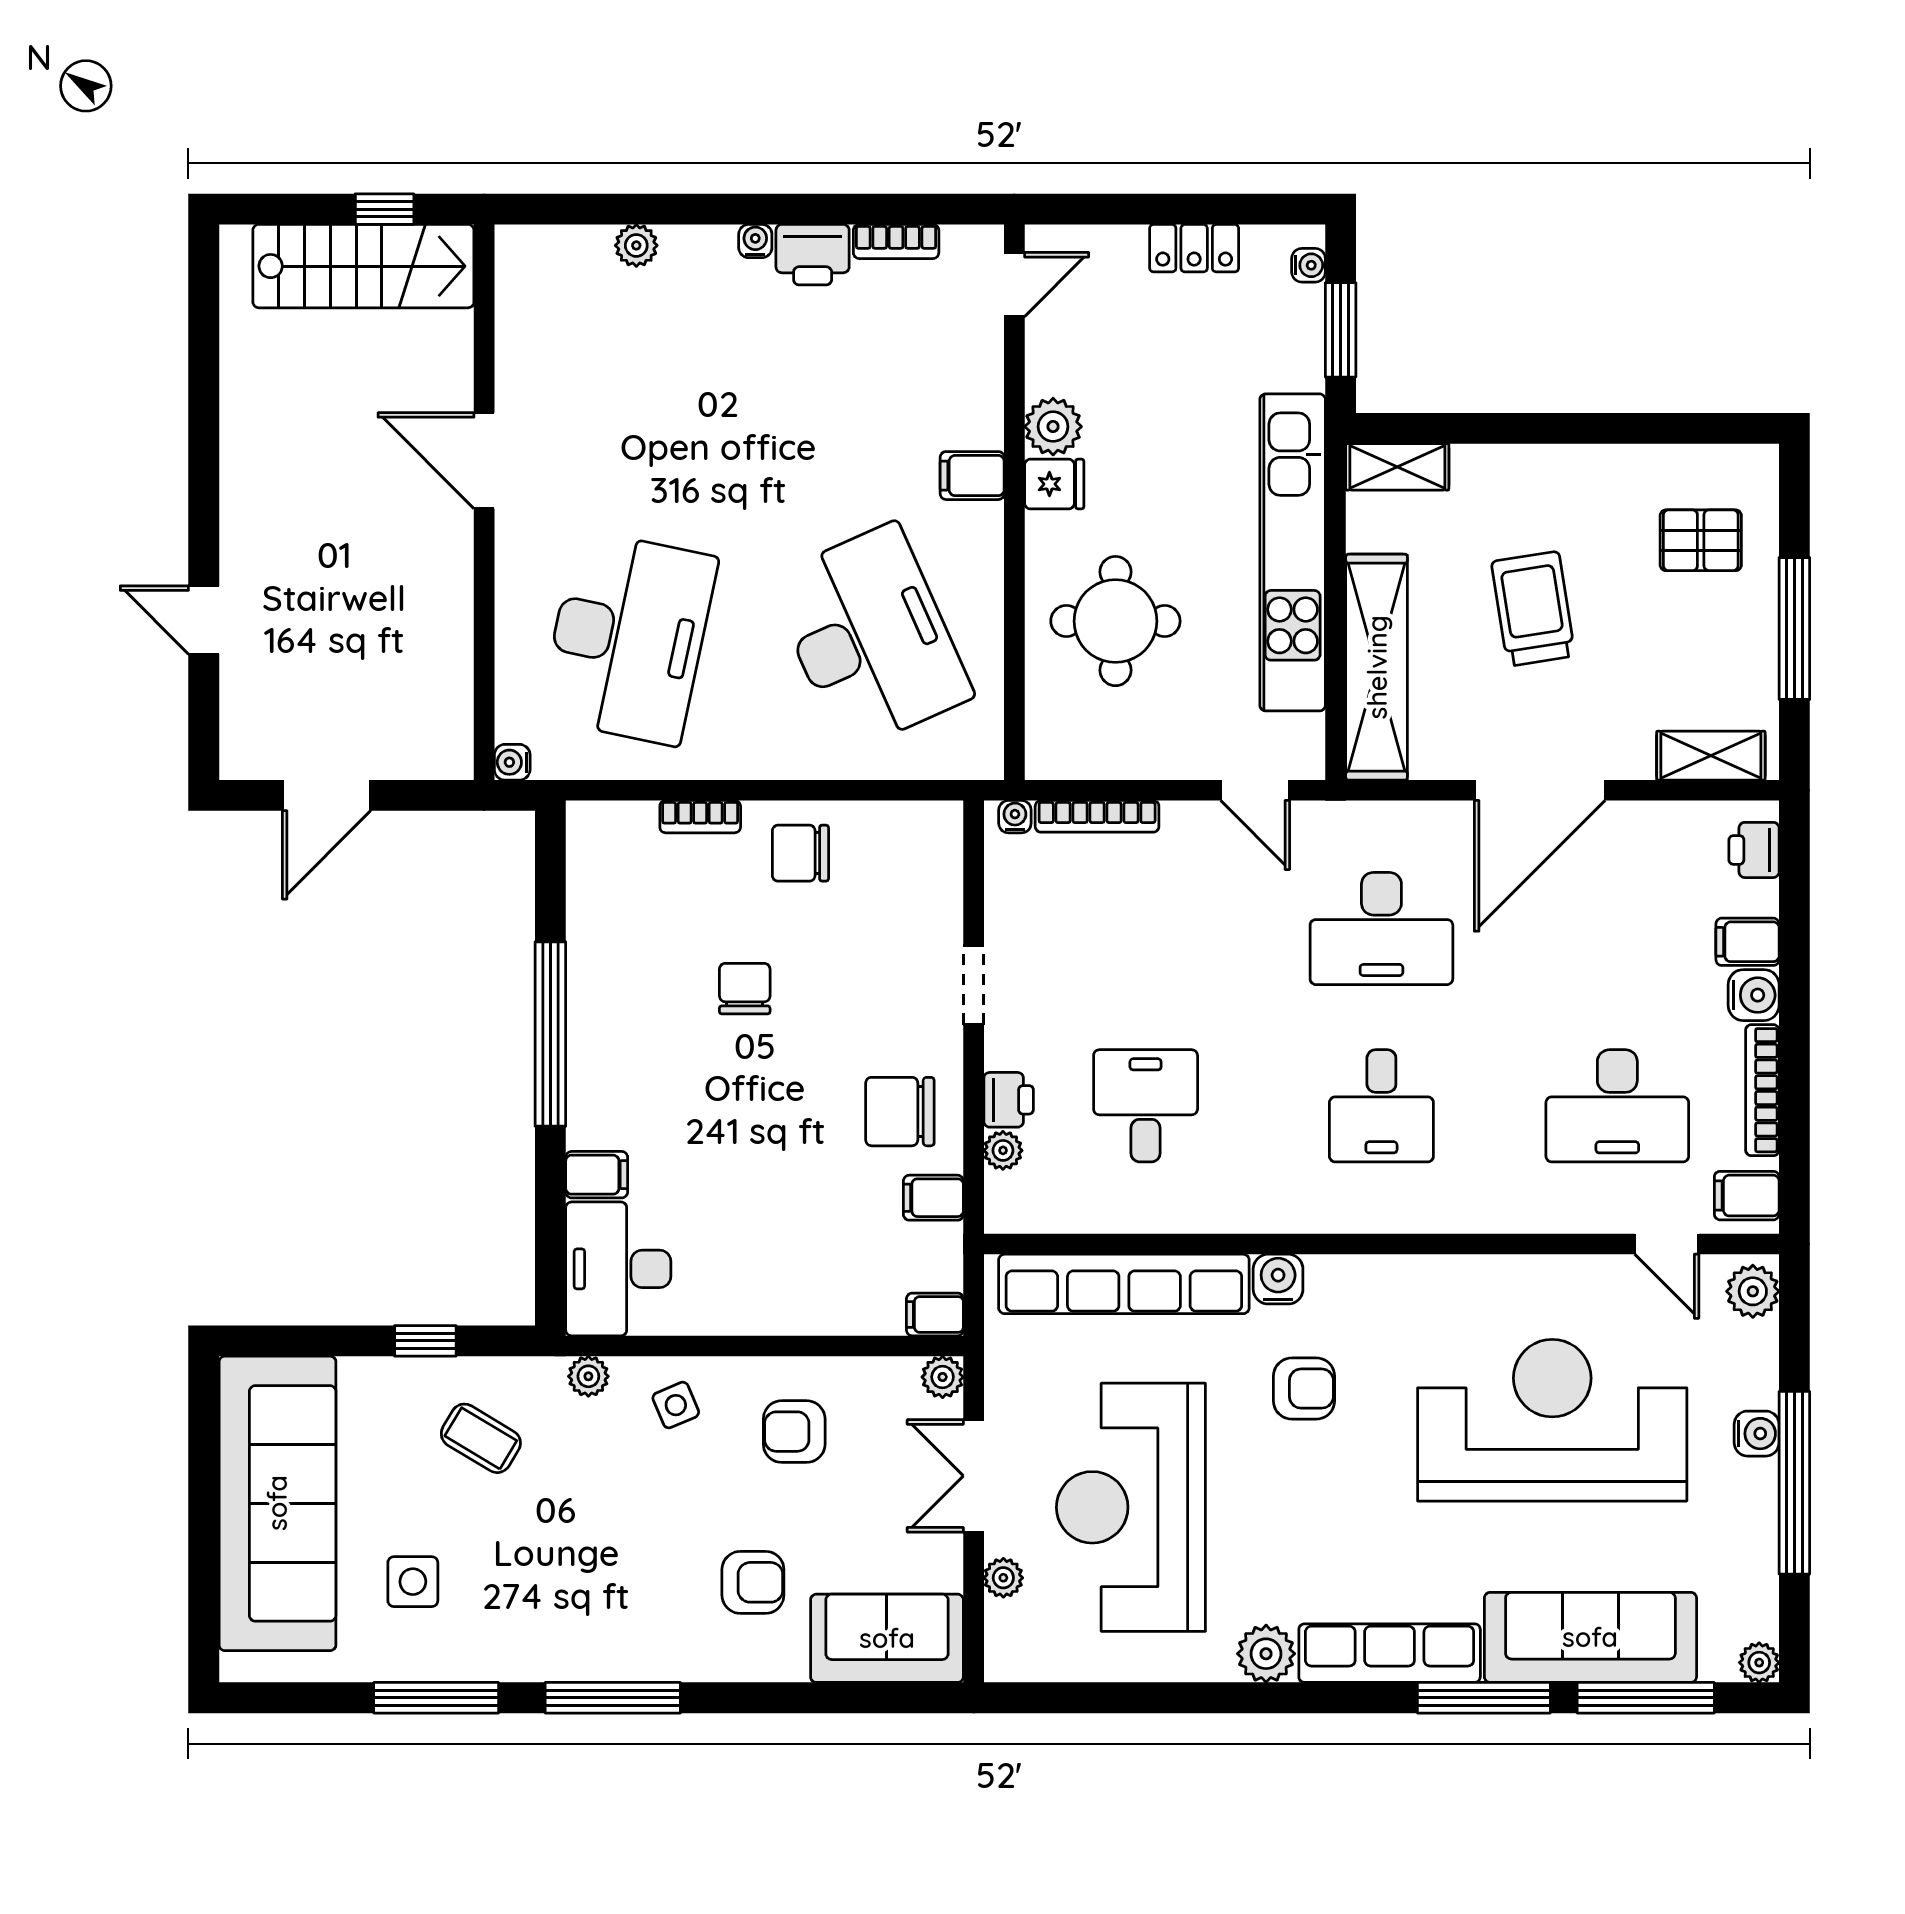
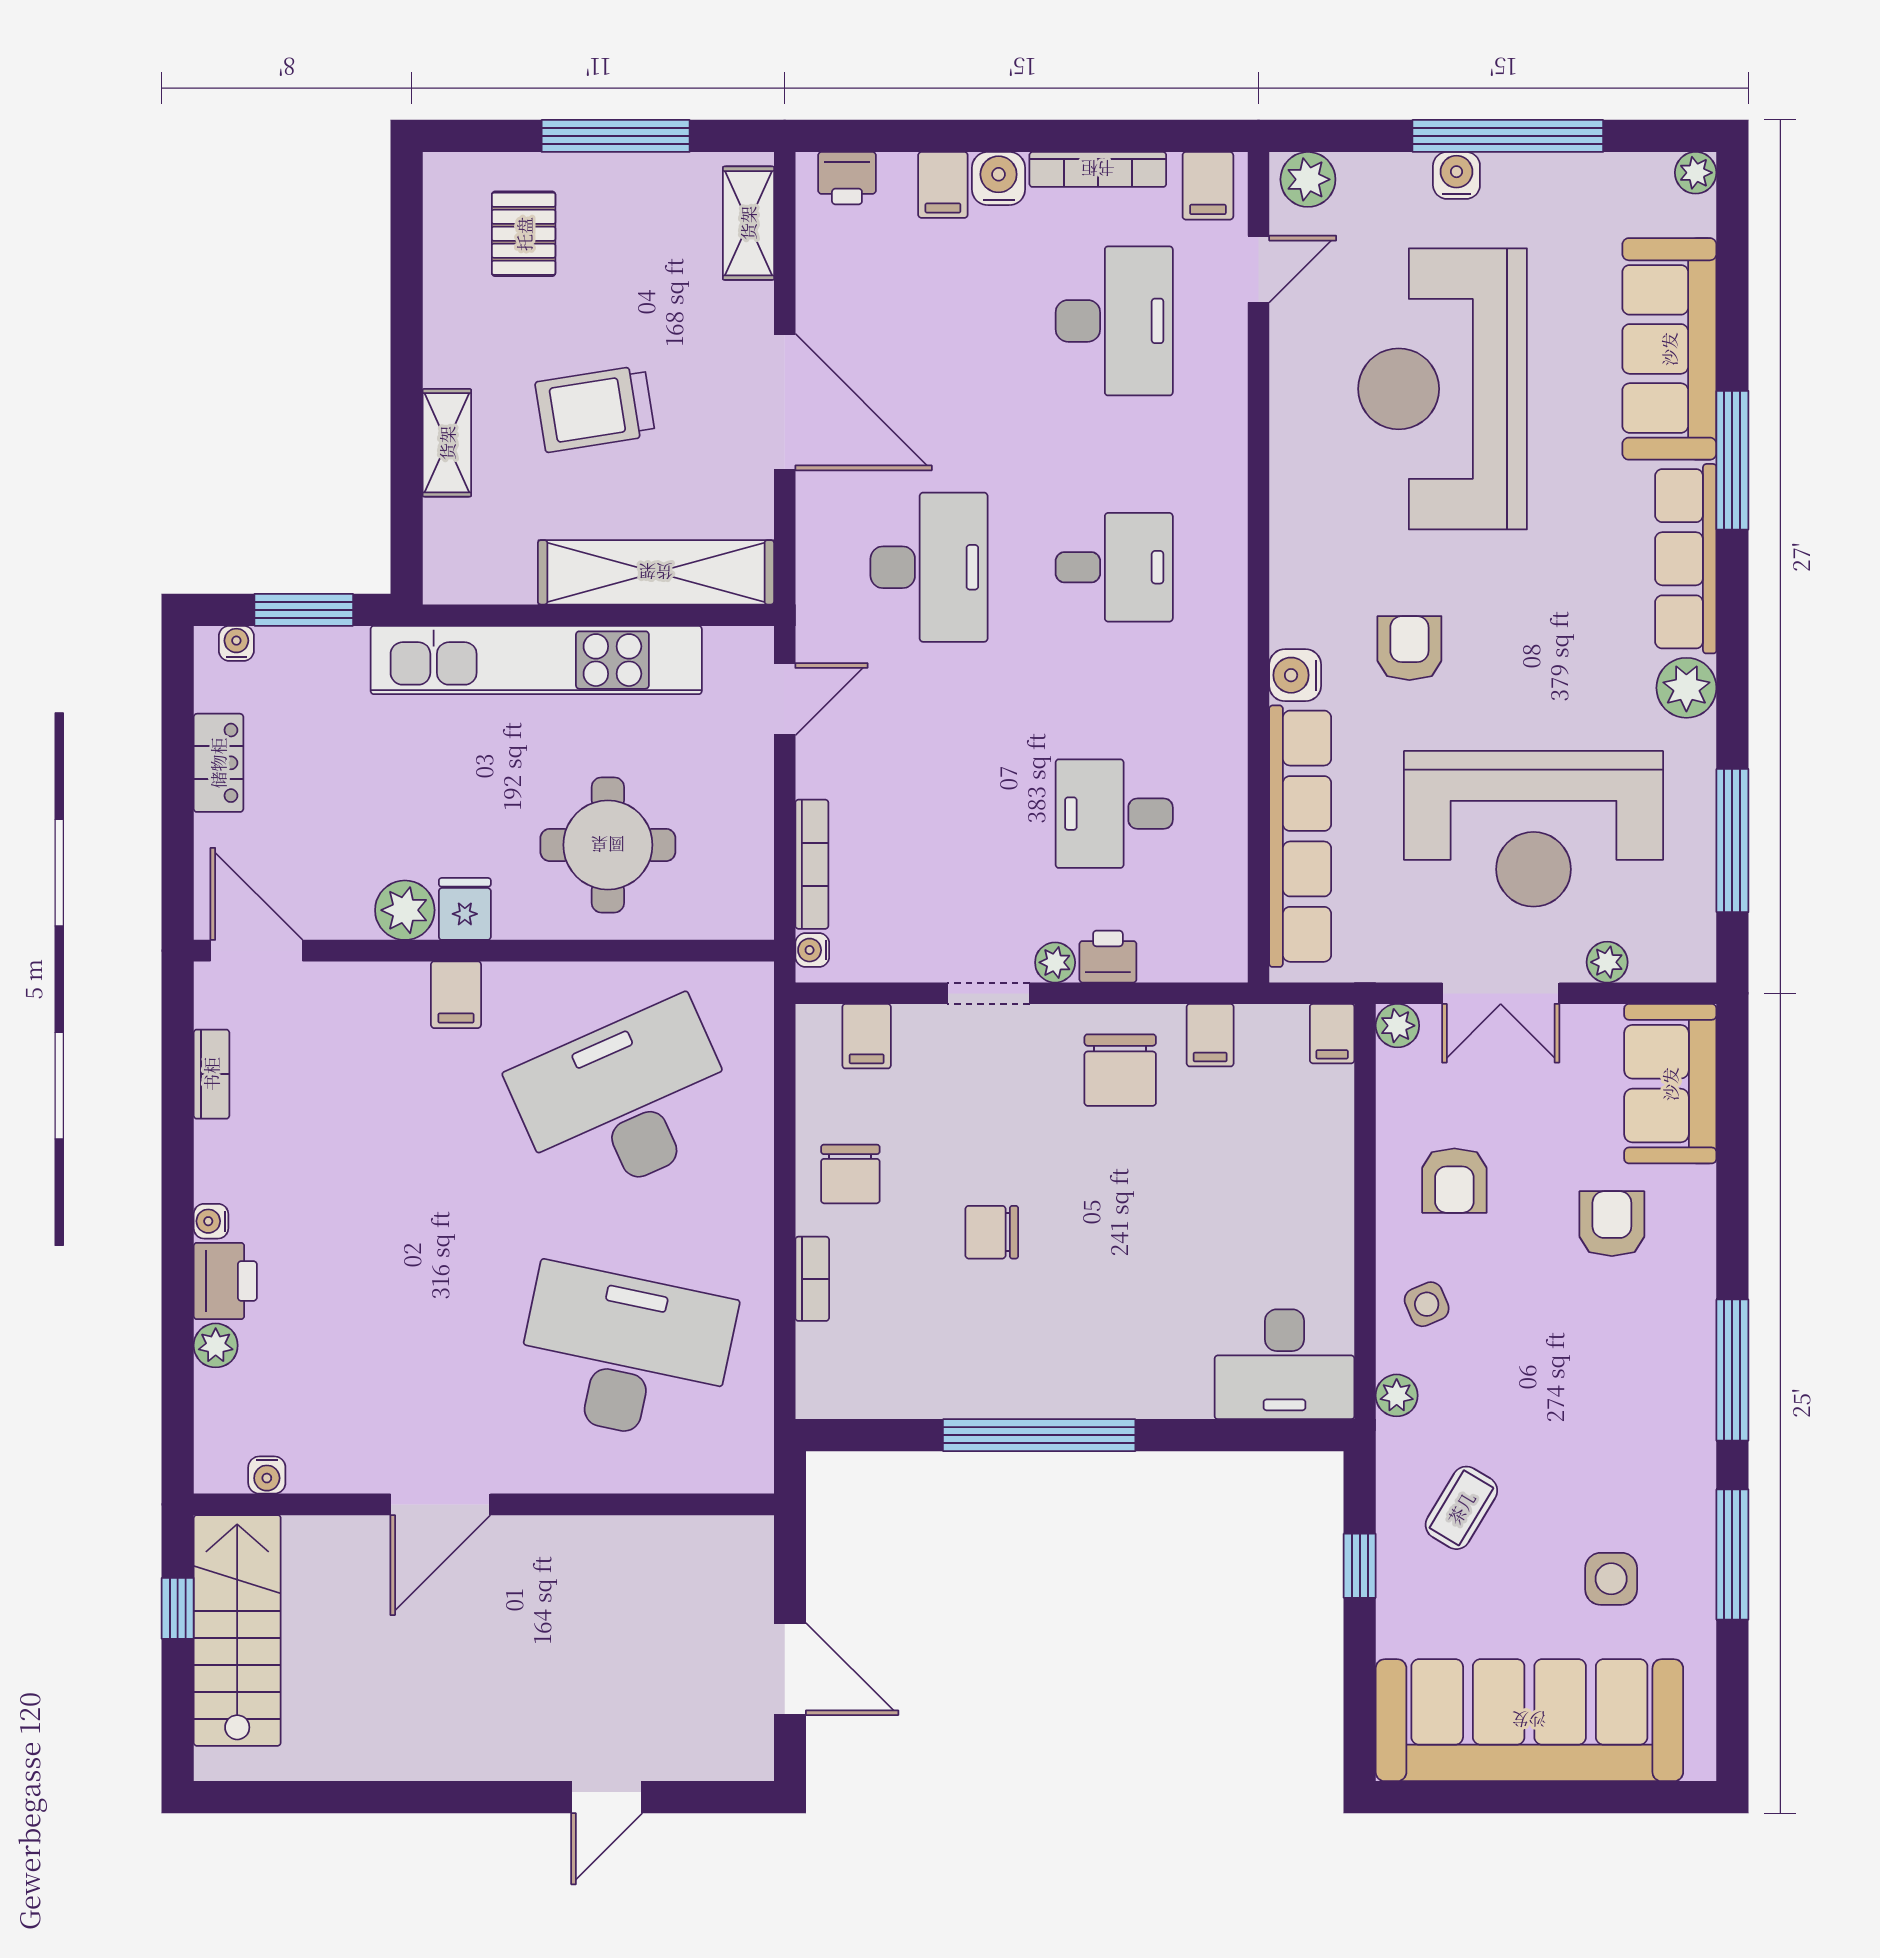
printer: (813, 255) -> (225, 1281), moved
door: (1014, 285) -> (257, 951), width x1.38
shelving: (1397, 467) -> (447, 443), moved
water cooler: (512, 762) -> (267, 1475), moved
plant: (1003, 1150) -> (1055, 962), moved
filing cabinet: (597, 1175) -> (867, 1036), moved, turned 180
window: (1646, 1698) -> (1732, 841), moved

